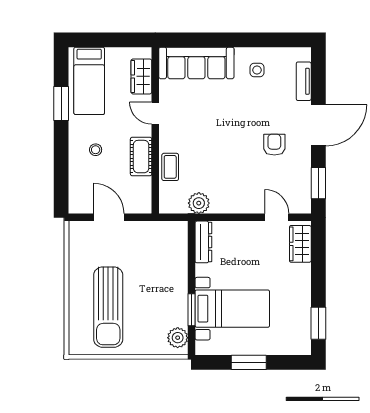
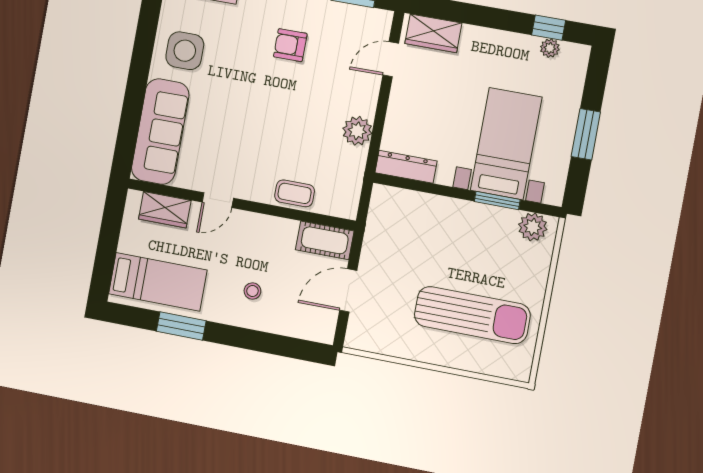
side table: (257, 70) -> (185, 51), width x1.87, depth x1.87
cot: (141, 157) -> (325, 240), moved
plant: (199, 203) -> (357, 131), moved
window: (318, 323) -> (549, 28), width x0.67
plant: (304, 327) -> (550, 48), added

